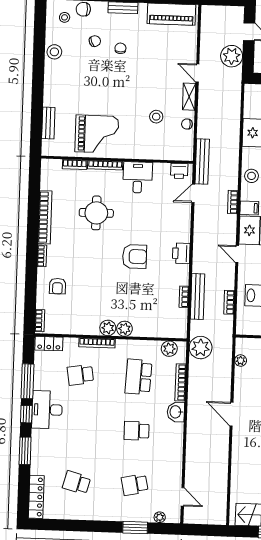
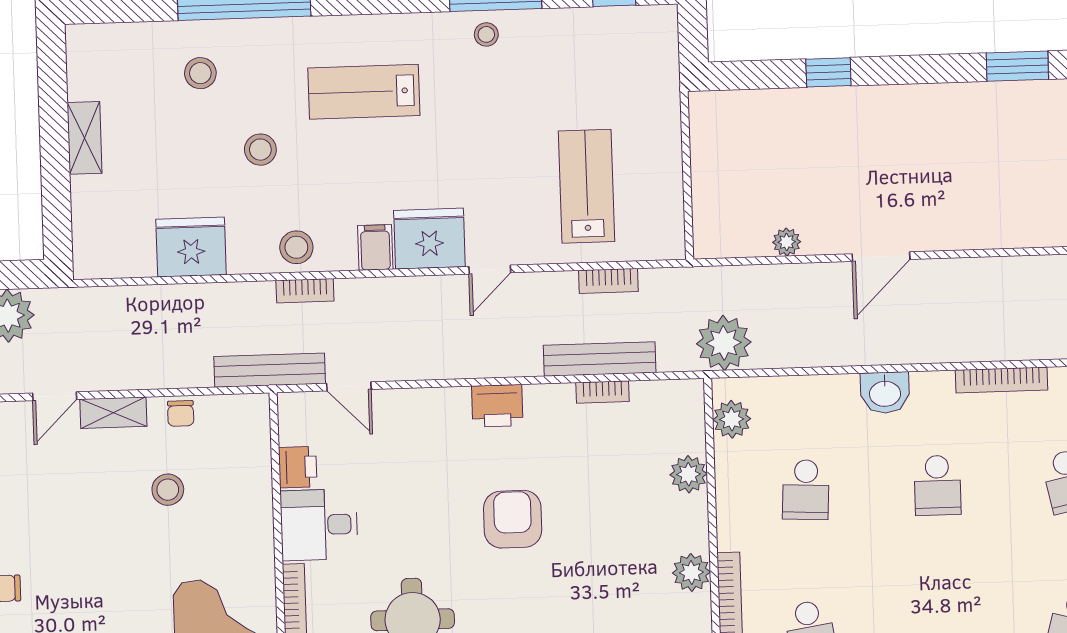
printer: (179, 171) -> (298, 467), moved
bookcase: (233, 202) -> (305, 291), moved
plant: (125, 329) -> (689, 474), moved
plant: (241, 360) -> (787, 242), moved
school desk: (138, 377) -> (806, 490), width x0.54
bookcase: (180, 382) -> (1002, 380), moved

